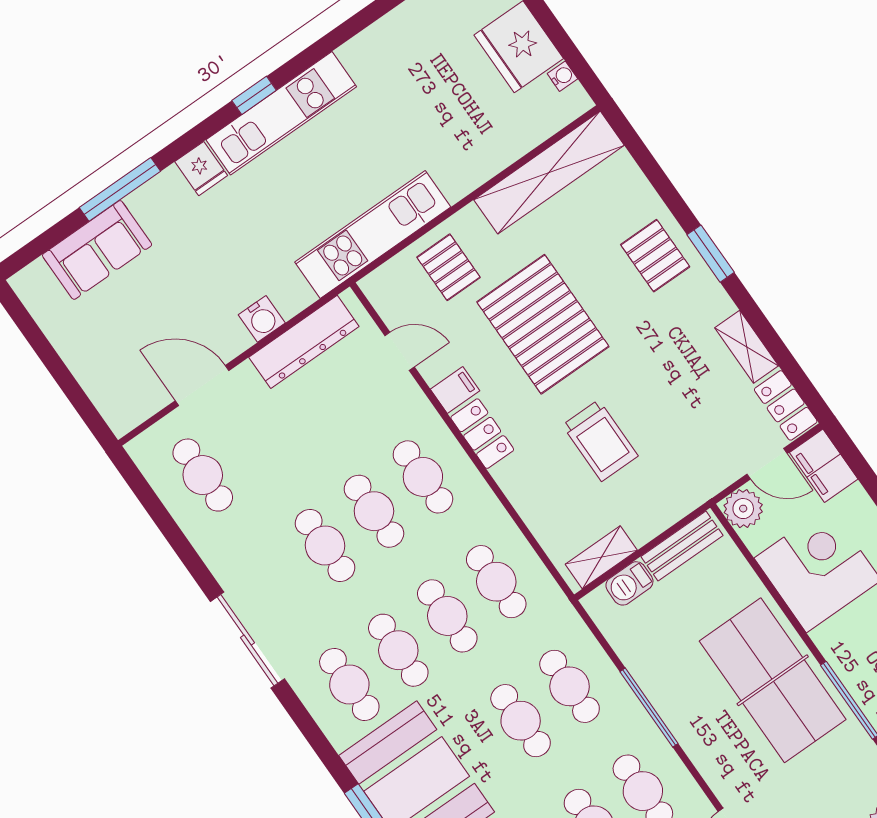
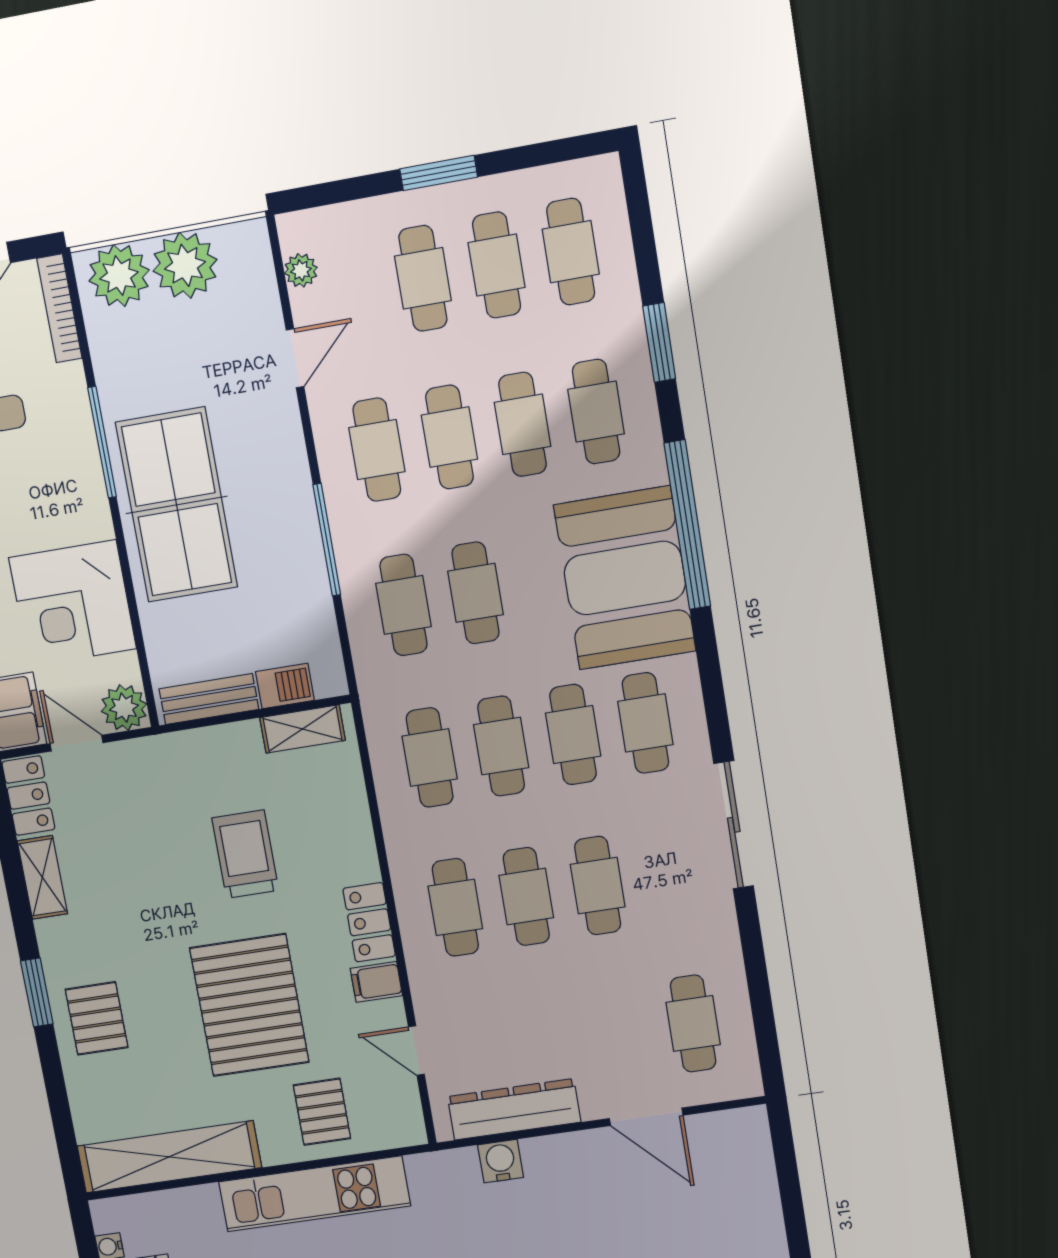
kitchen unit: (373, 234) -> (314, 1194), moved
water cooler: (262, 319) -> (501, 1161), moved

